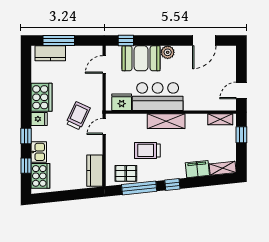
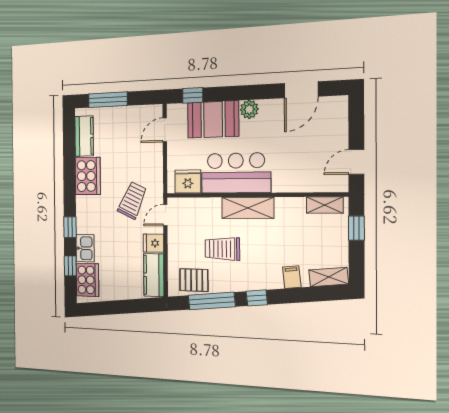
kitchen counter: (50, 53) -> (84, 136), moved, turned -90
fridge: (39, 119) -> (153, 243), moved, turned 180
filing cabinet: (197, 169) -> (292, 277), width x0.50

